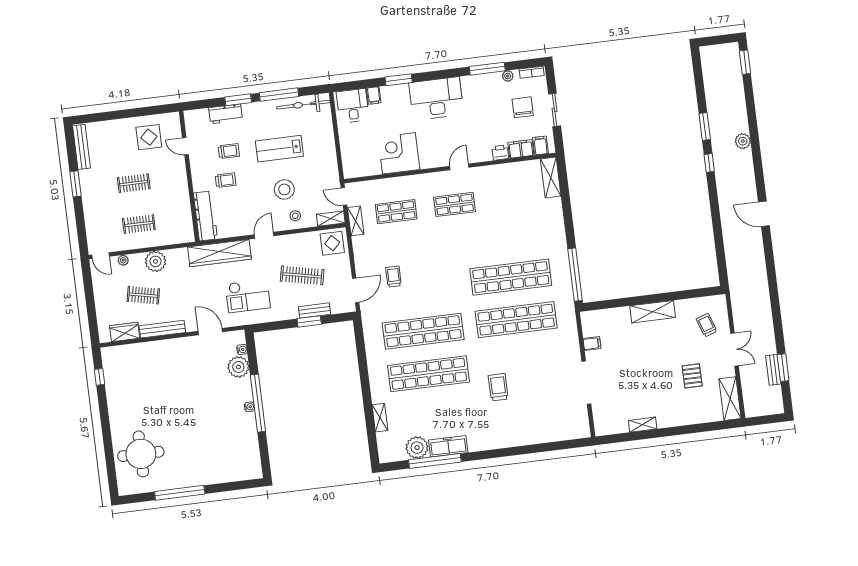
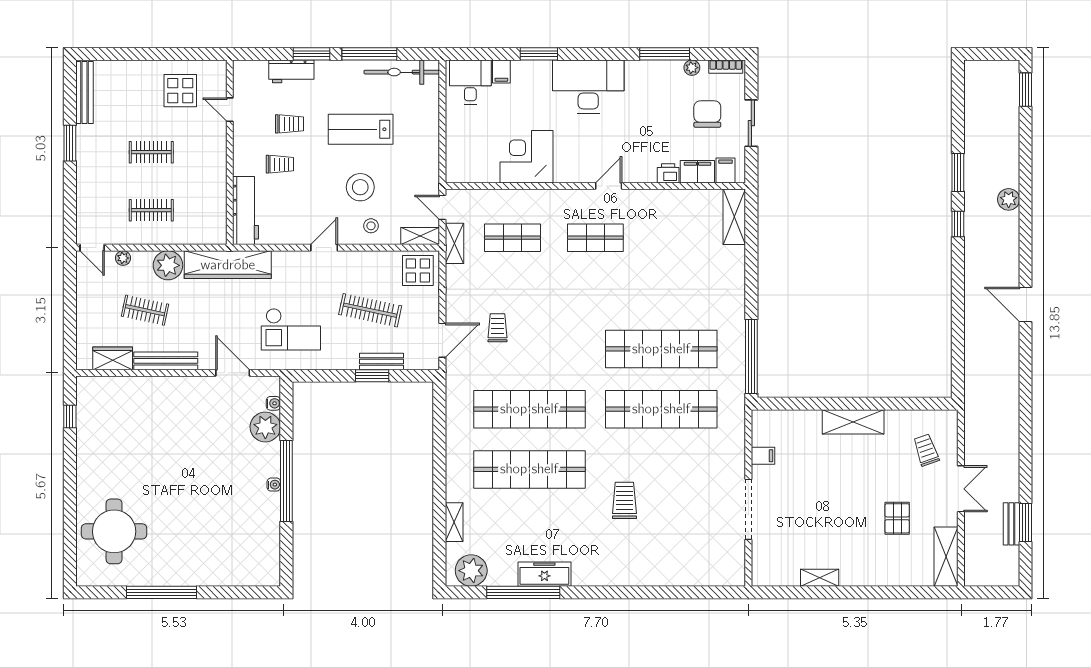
wardrobe: (219, 253) -> (228, 265), moved
plant: (417, 448) -> (471, 571), moved

